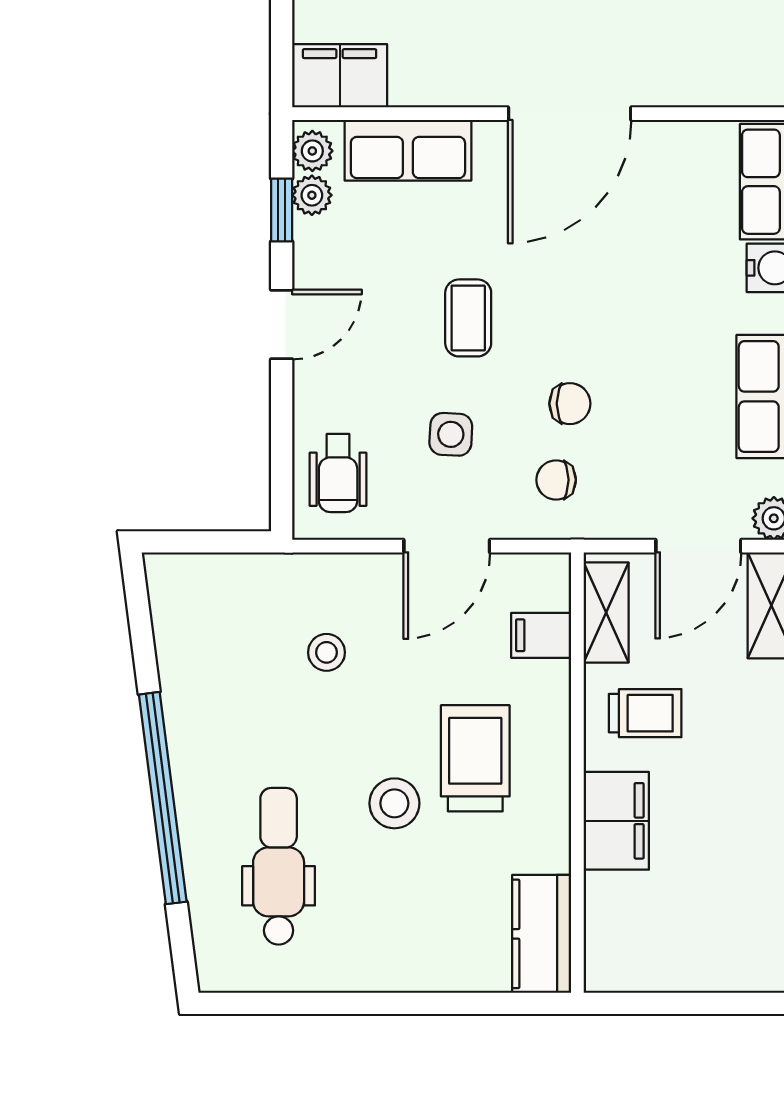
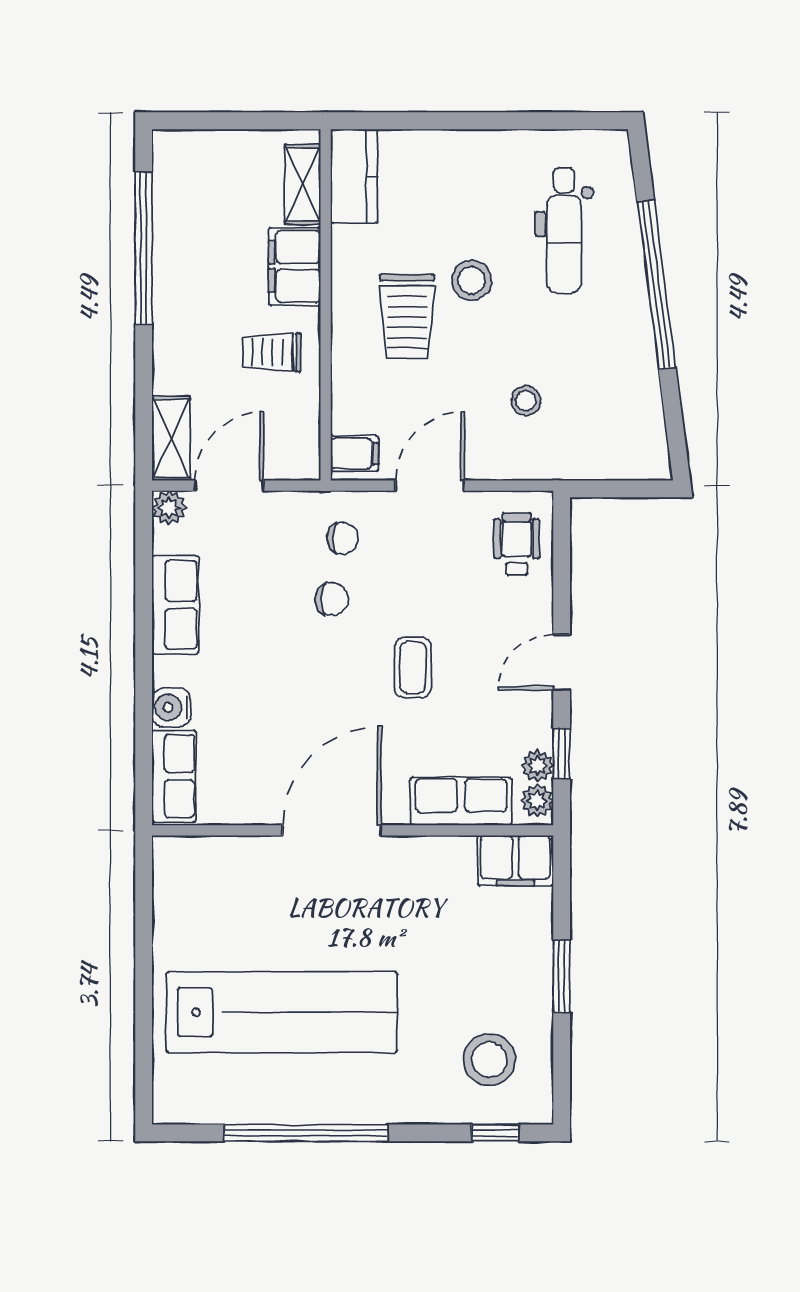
chair: (570, 404) -> (332, 599), turned 180
side table: (451, 434) -> (427, 575), removed
shelving: (606, 613) -> (303, 184), moved
filing cabinet: (541, 635) -> (355, 454), moved

